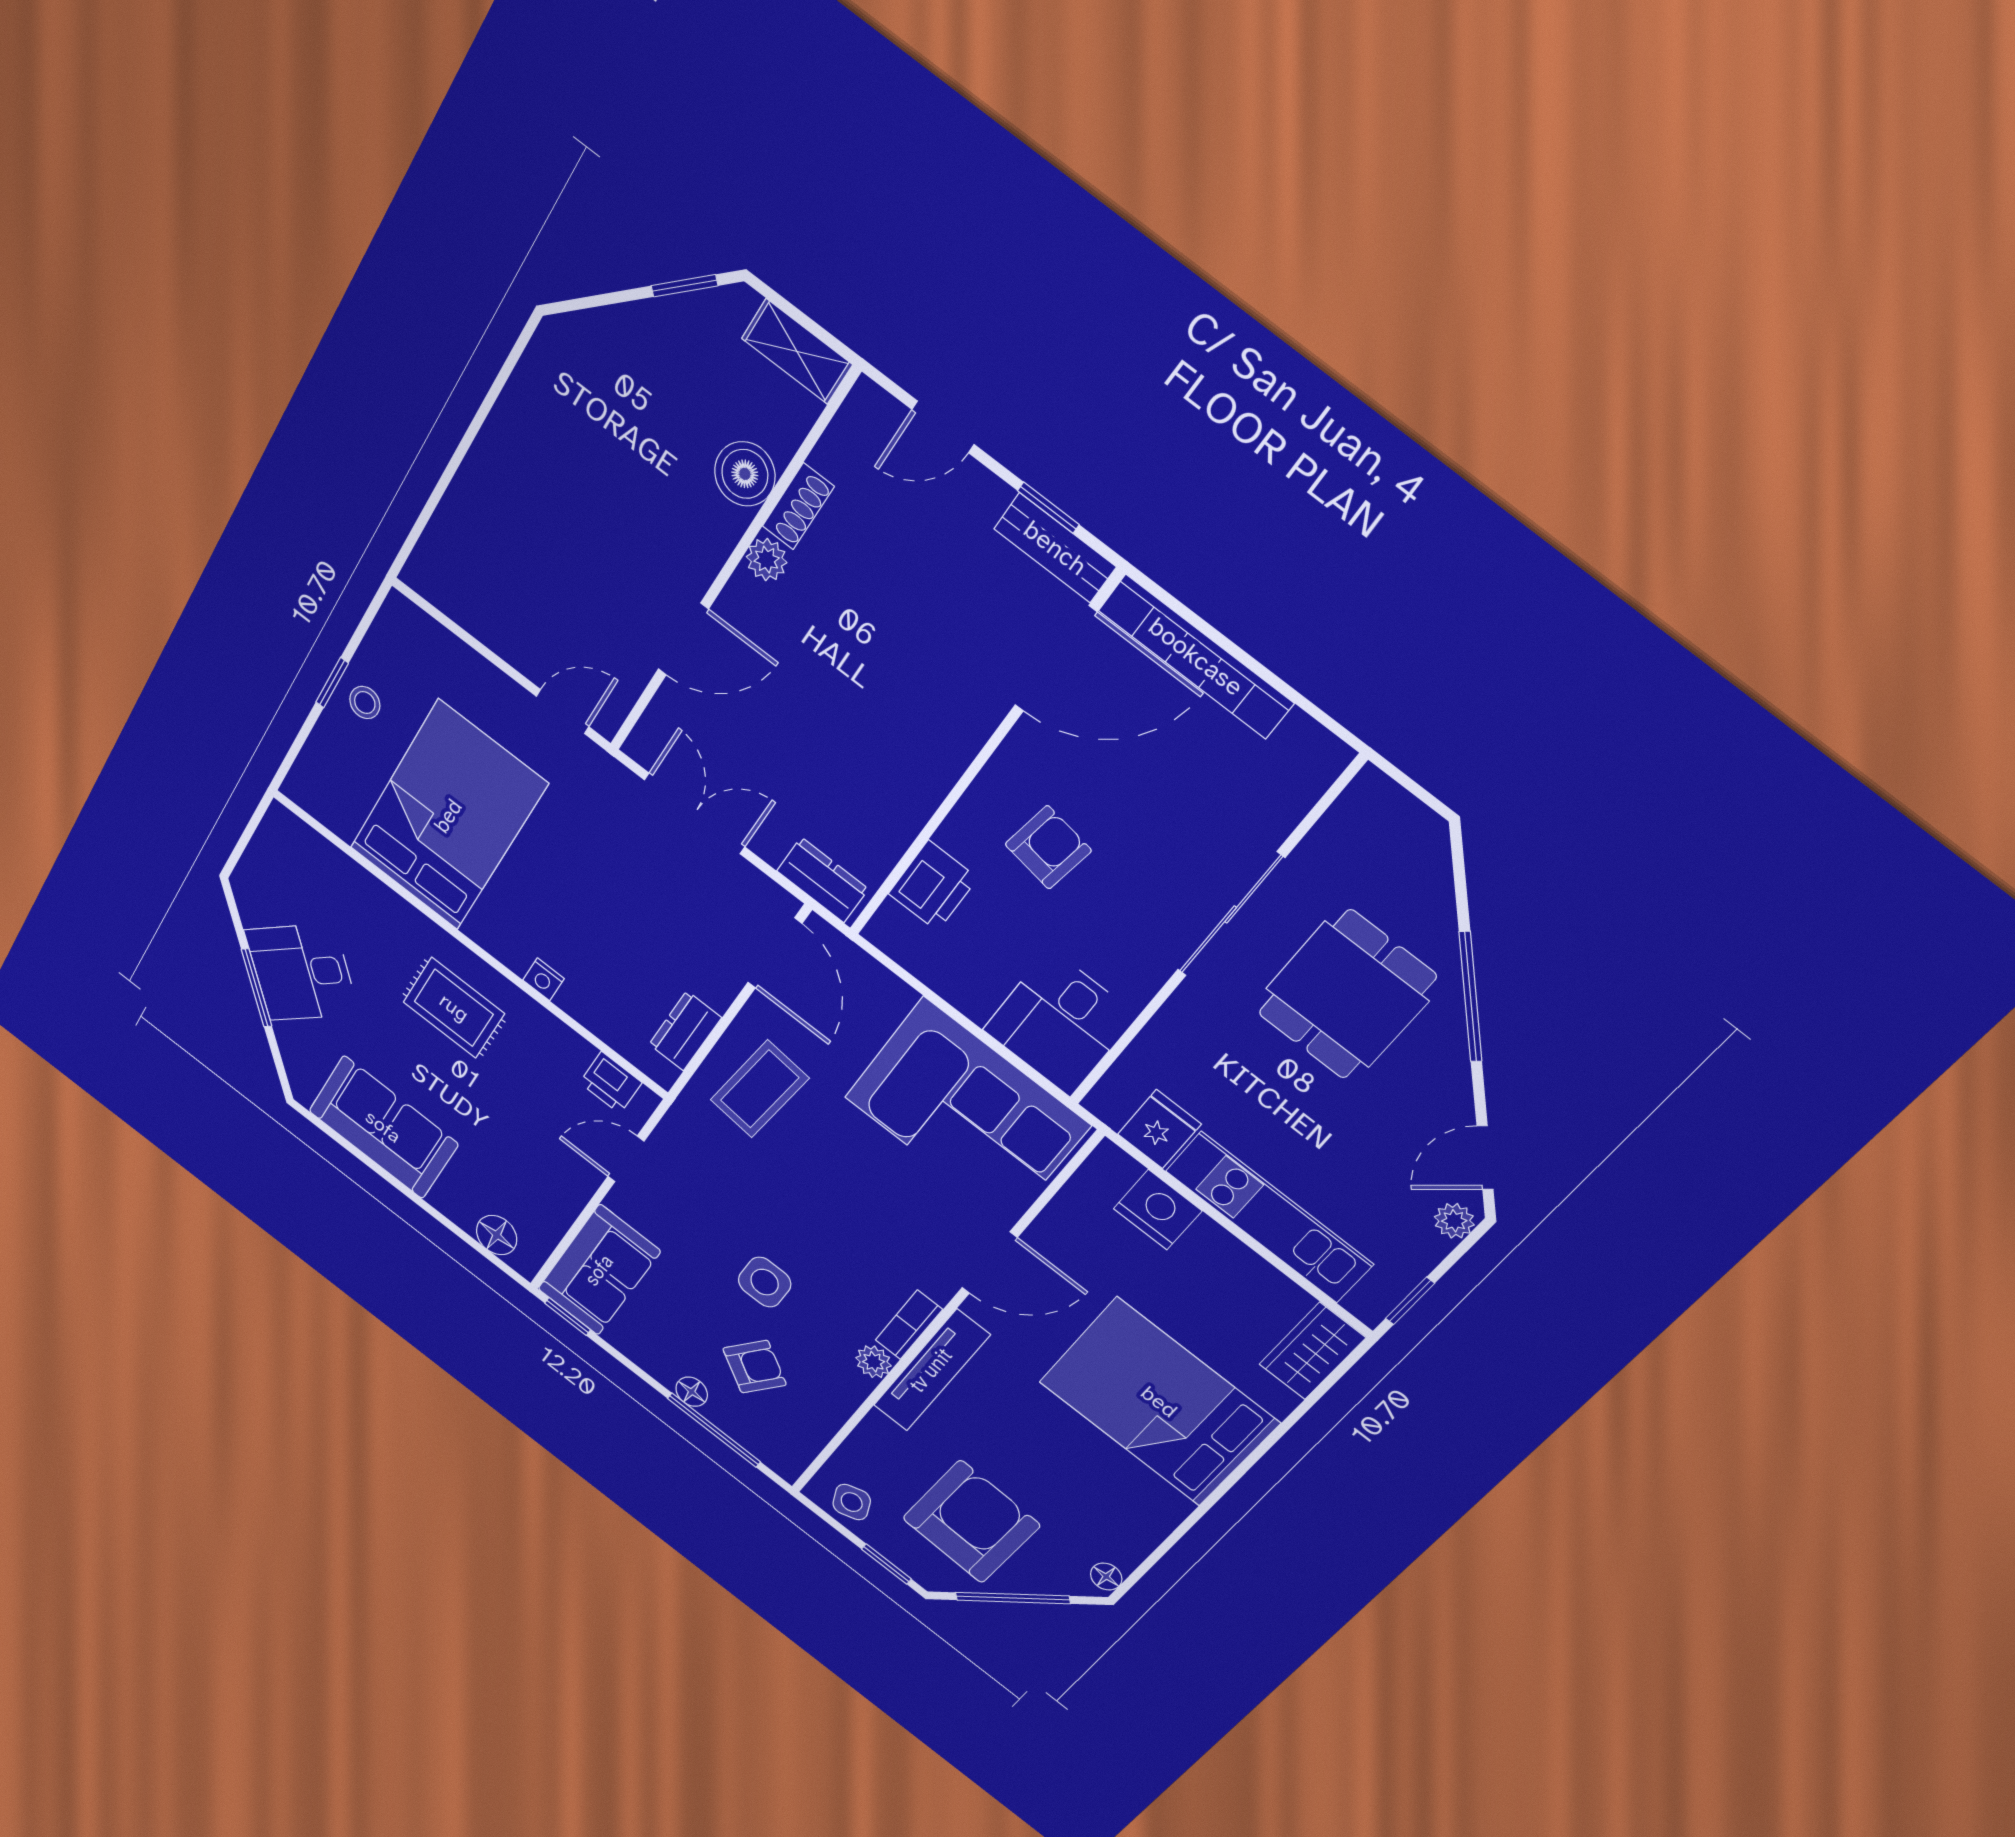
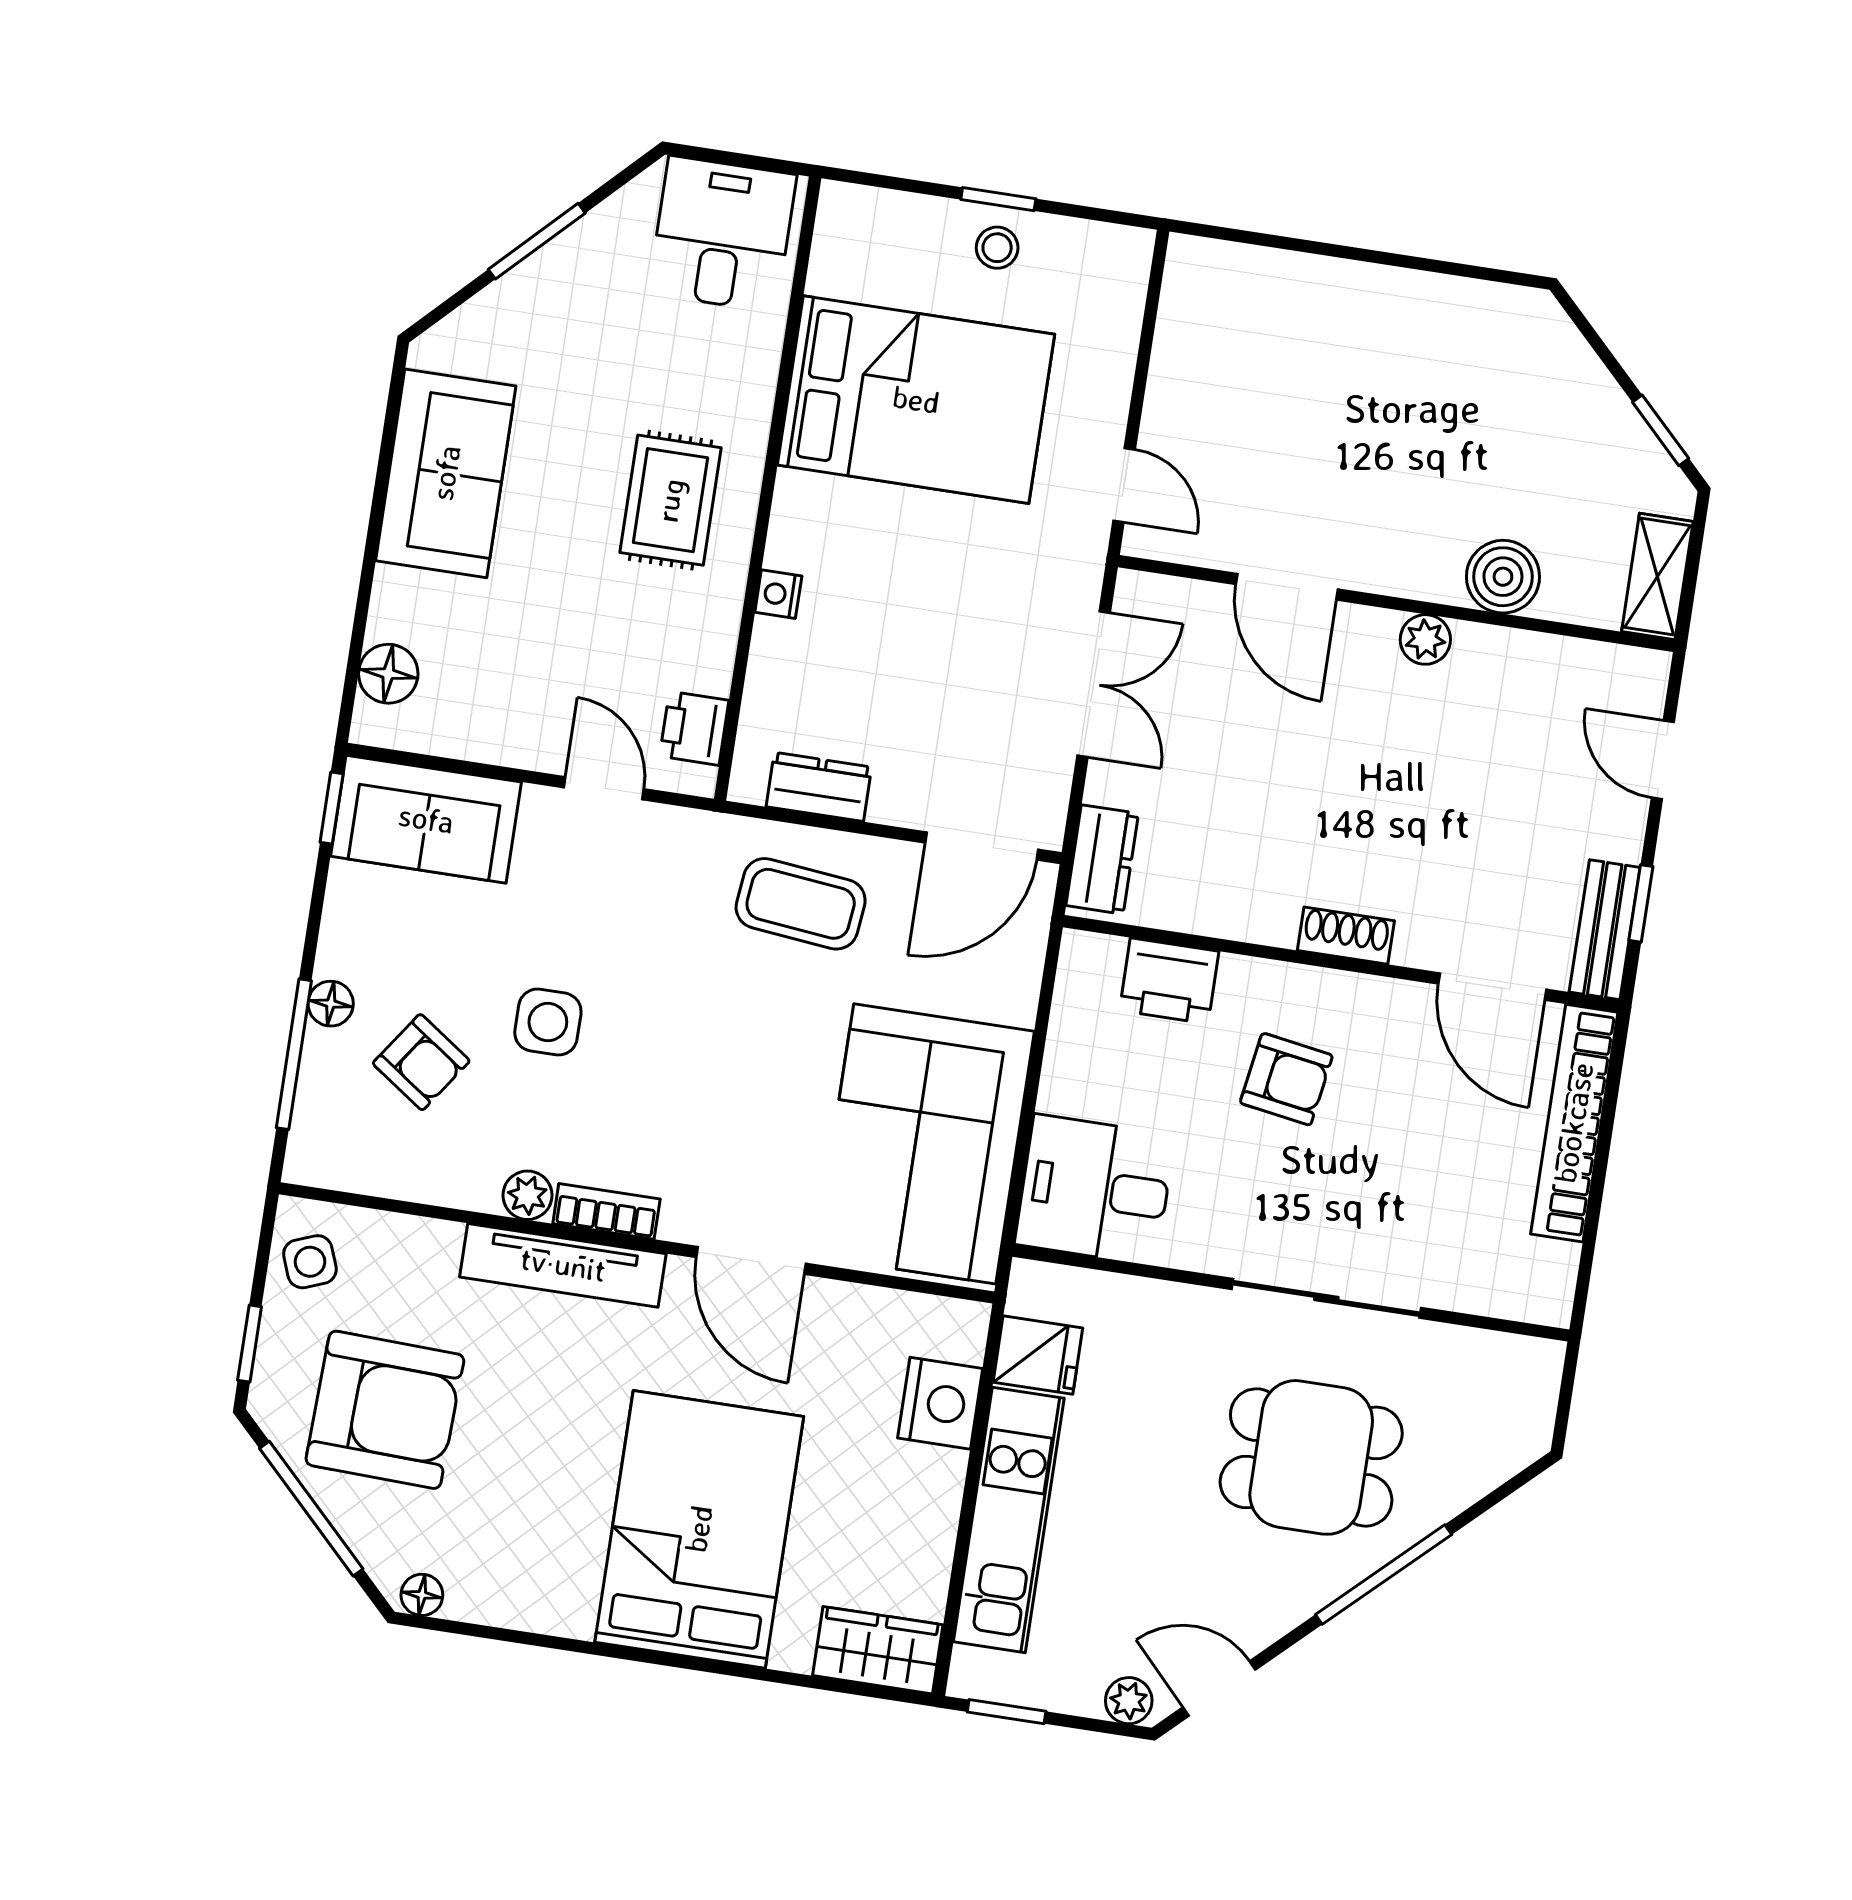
shoe rack: (798, 506) -> (1346, 936), moved, turned 180
door: (1056, 659) -> (1492, 987), width x0.73
desk: (302, 972) -> (722, 234), moved, turned 45

